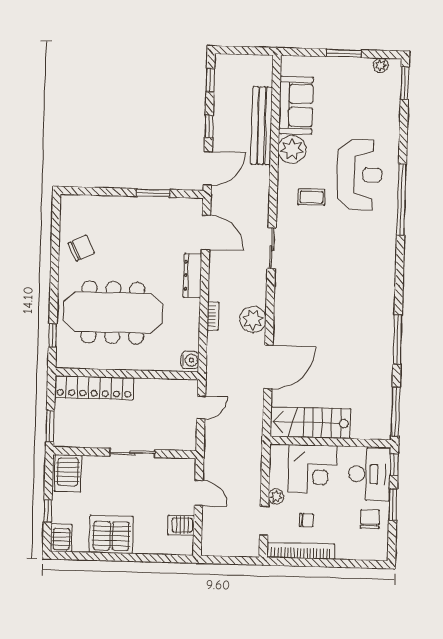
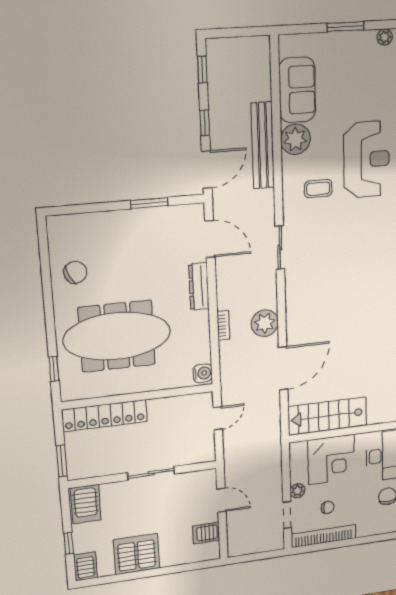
bench: (262, 126) -> (263, 145), moved

